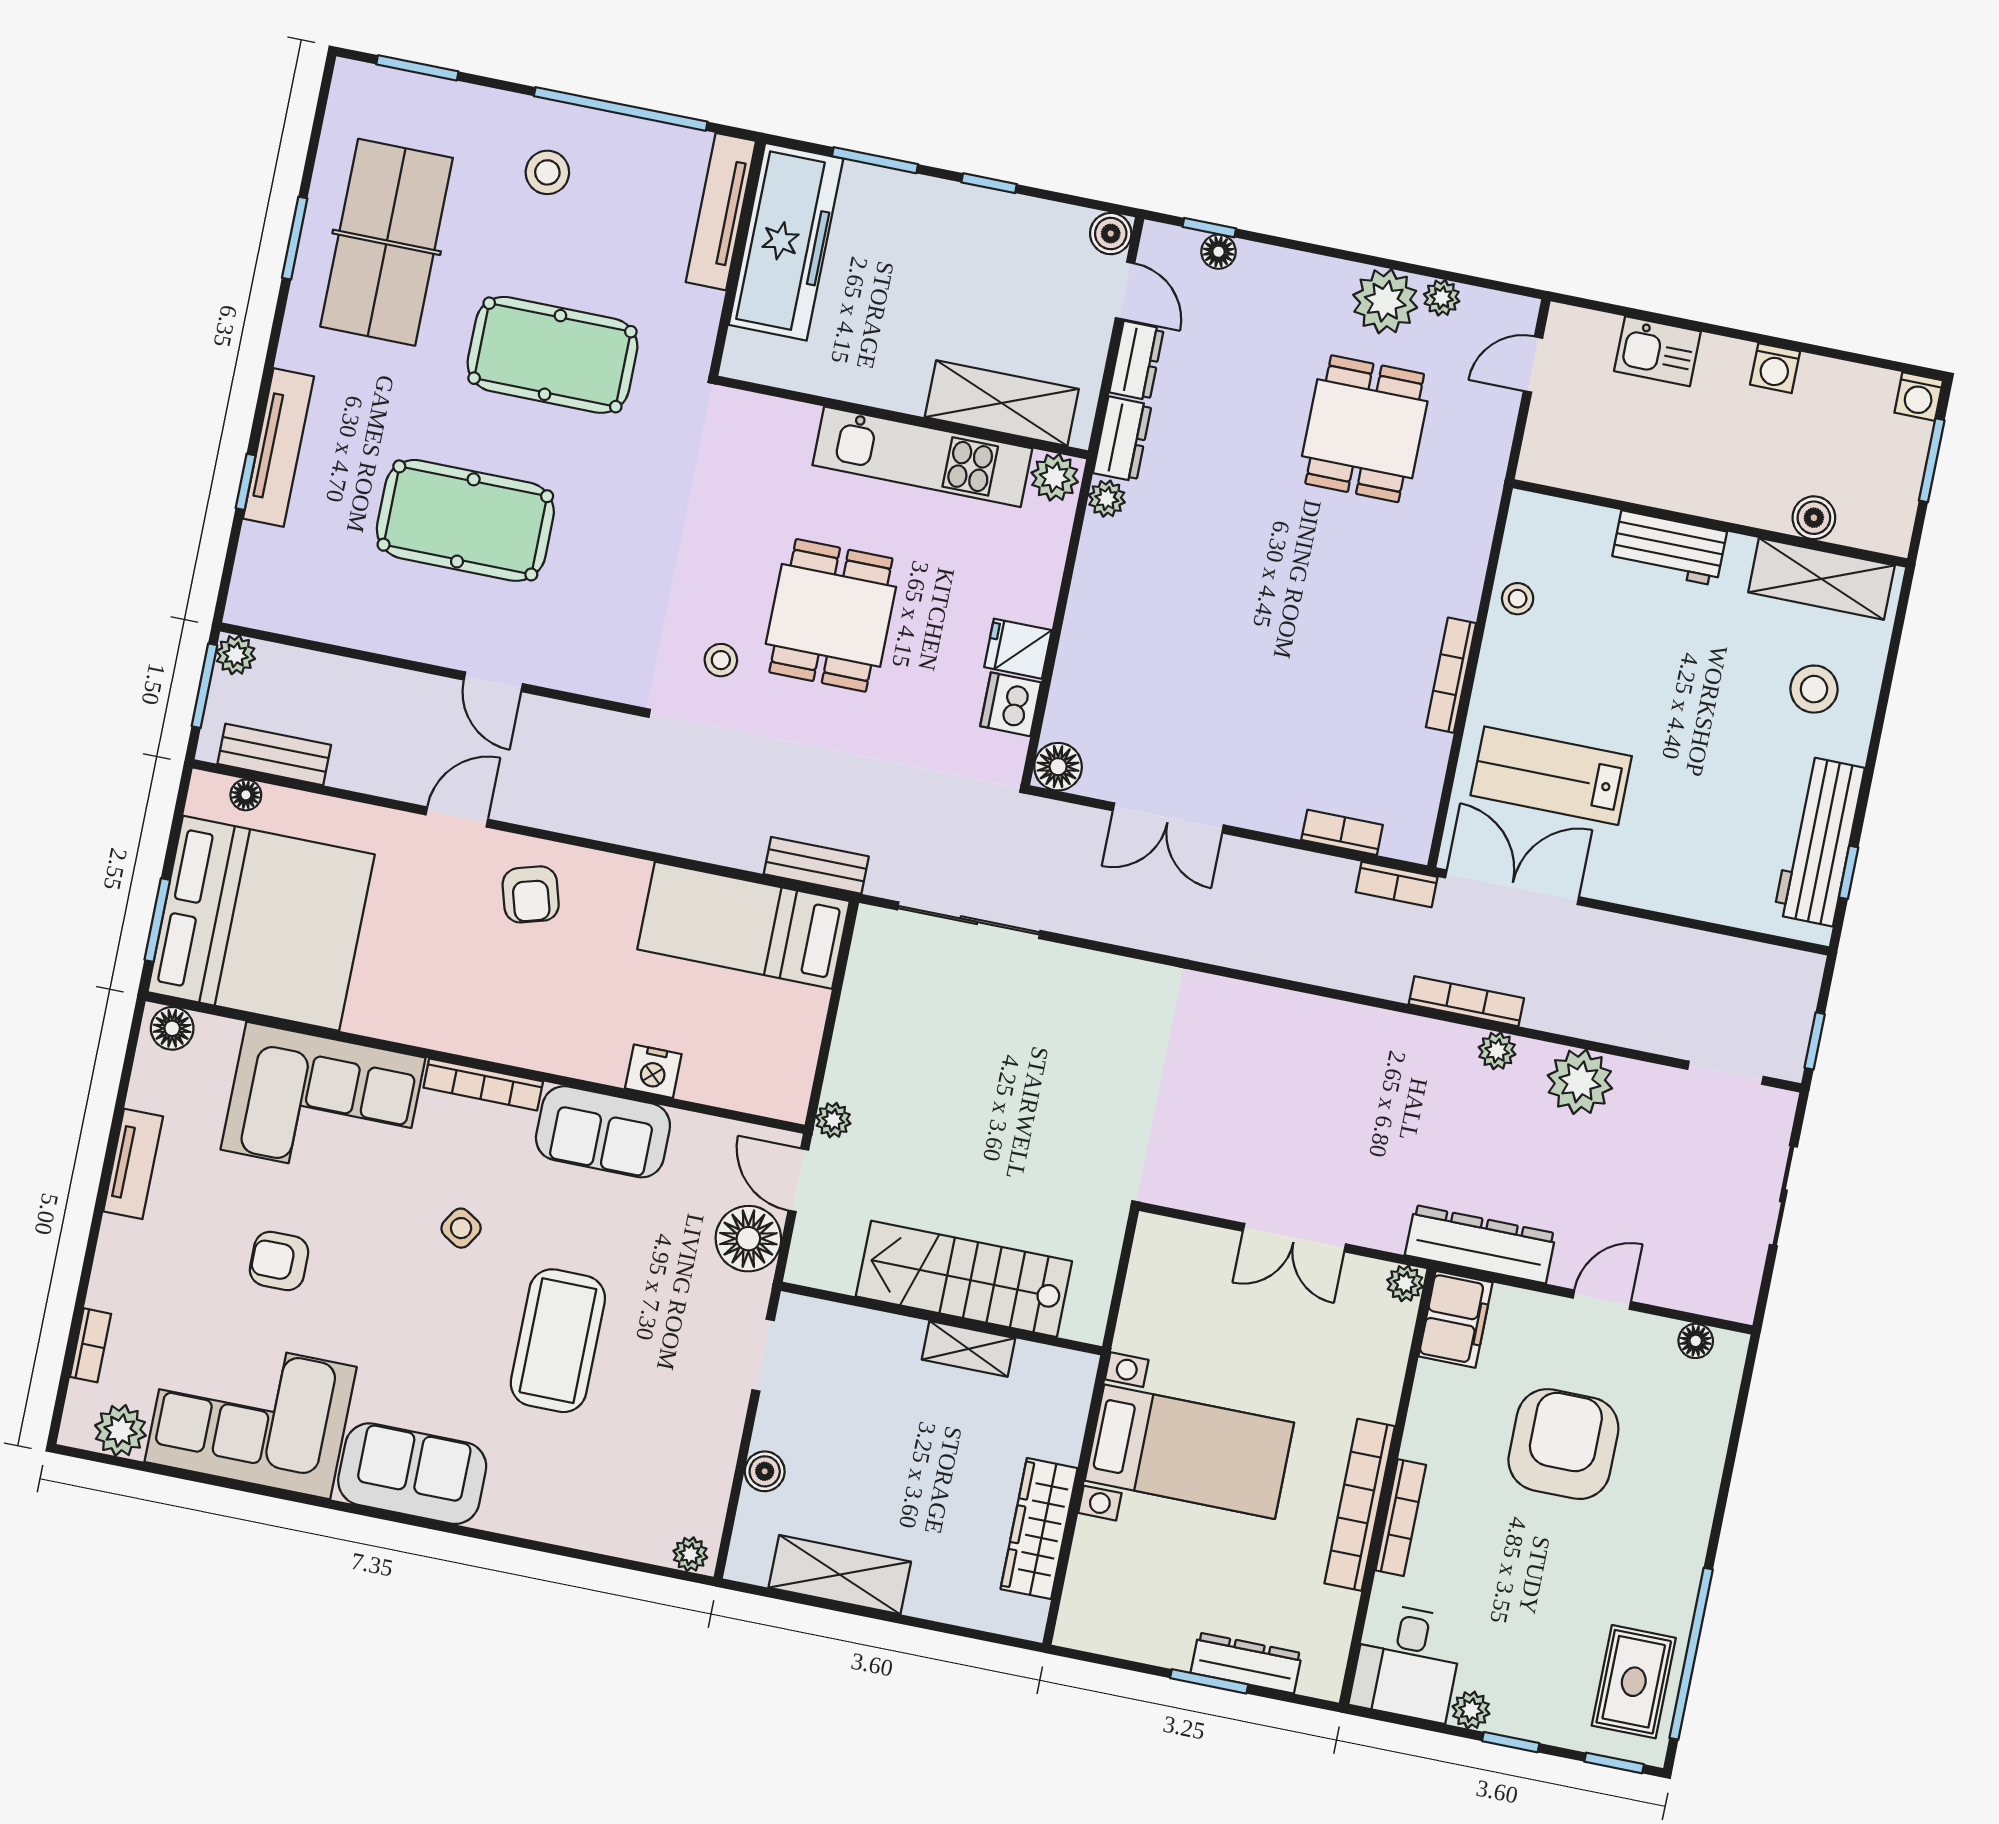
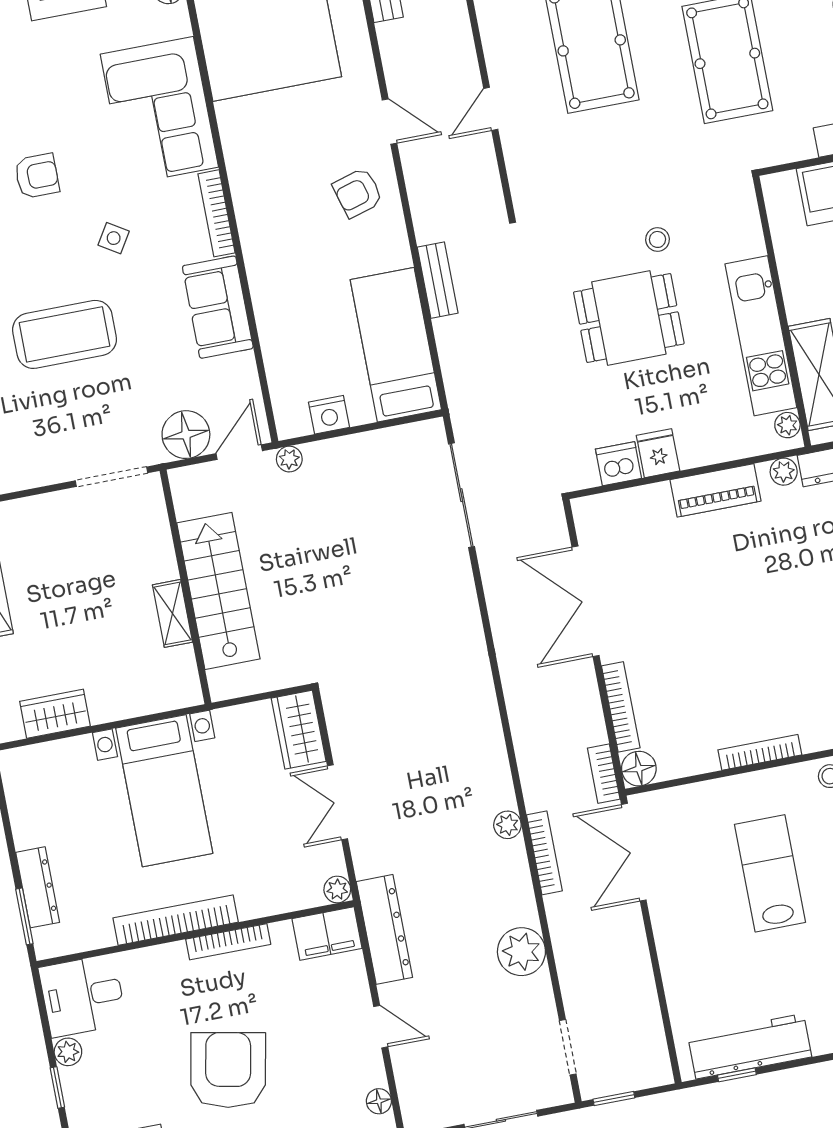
plant: (1055, 477) -> (787, 425), width x0.73, depth x0.73
piano: (1095, 595) -> (715, 490), added
stool: (721, 660) -> (657, 239), moved
floor lamp: (1058, 767) -> (639, 769), moved
lab bench: (1551, 776) -> (770, 873), moved
double door: (1168, 818) -> (586, 601), width x1.37
bookcase: (1342, 832) -> (621, 707), width x1.56
bench: (816, 865) -> (438, 280), moved
double door: (1512, 887) -> (634, 852), swing flipped
plant: (1497, 1051) -> (507, 825), moved
nightstand: (653, 1071) -> (329, 415), moved, turned -90
wardrobe: (1182, 1249) -> (299, 730), added
armchair: (279, 1261) -> (37, 176), moved, turned 90
doorway: (763, 1355) -> (111, 477), width x1.38
armchair: (1563, 1444) -> (228, 1070), moved, turned -79
boiler: (765, 1471) -> (34, 510), removed
bookcase: (1401, 1518) -> (228, 942), moved
wardrobe: (1039, 1529) -> (55, 714), width x0.67
window: (1209, 1681) -> (24, 916), moved

